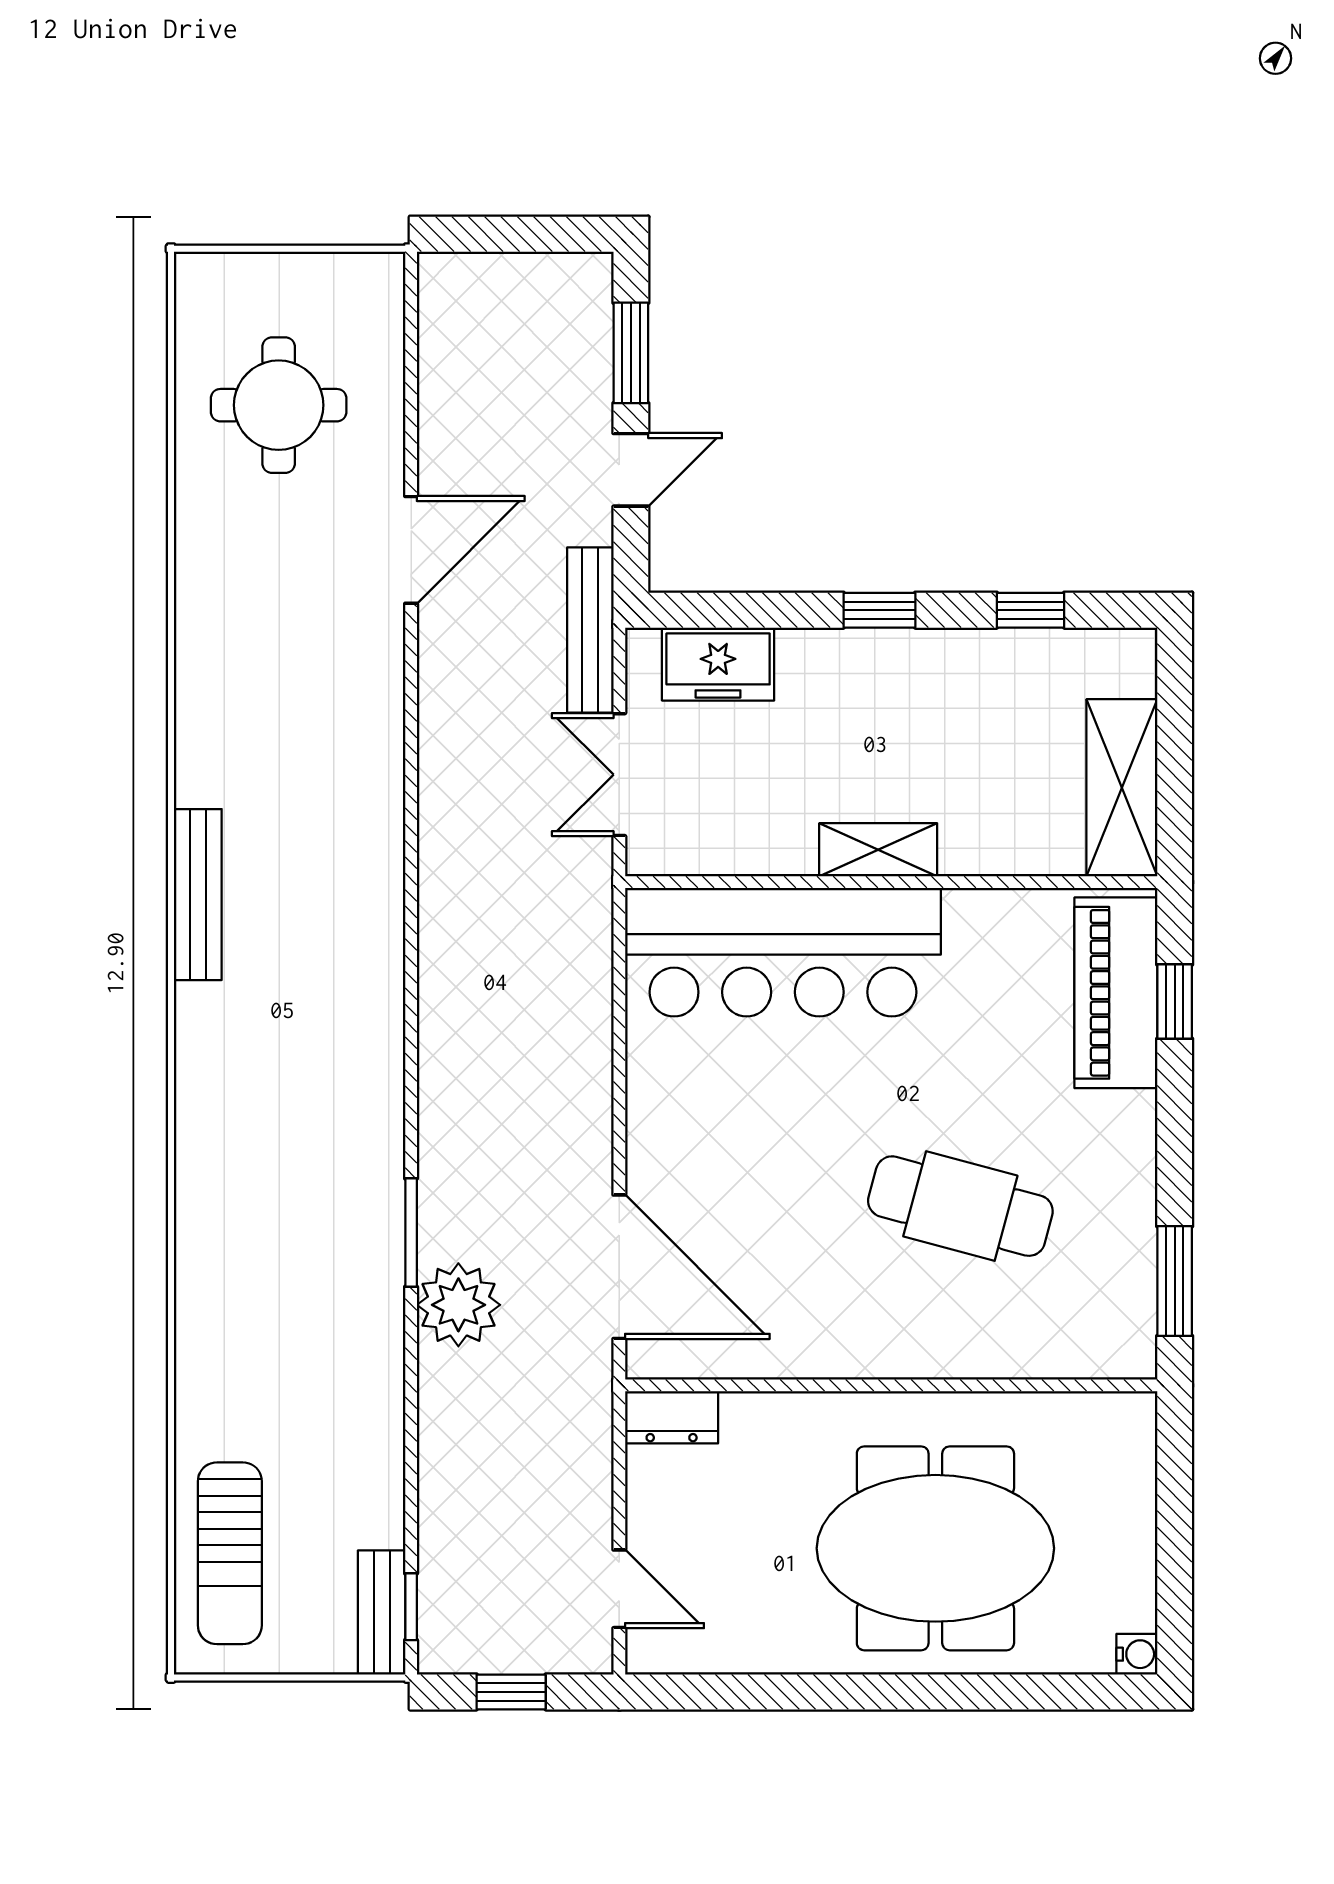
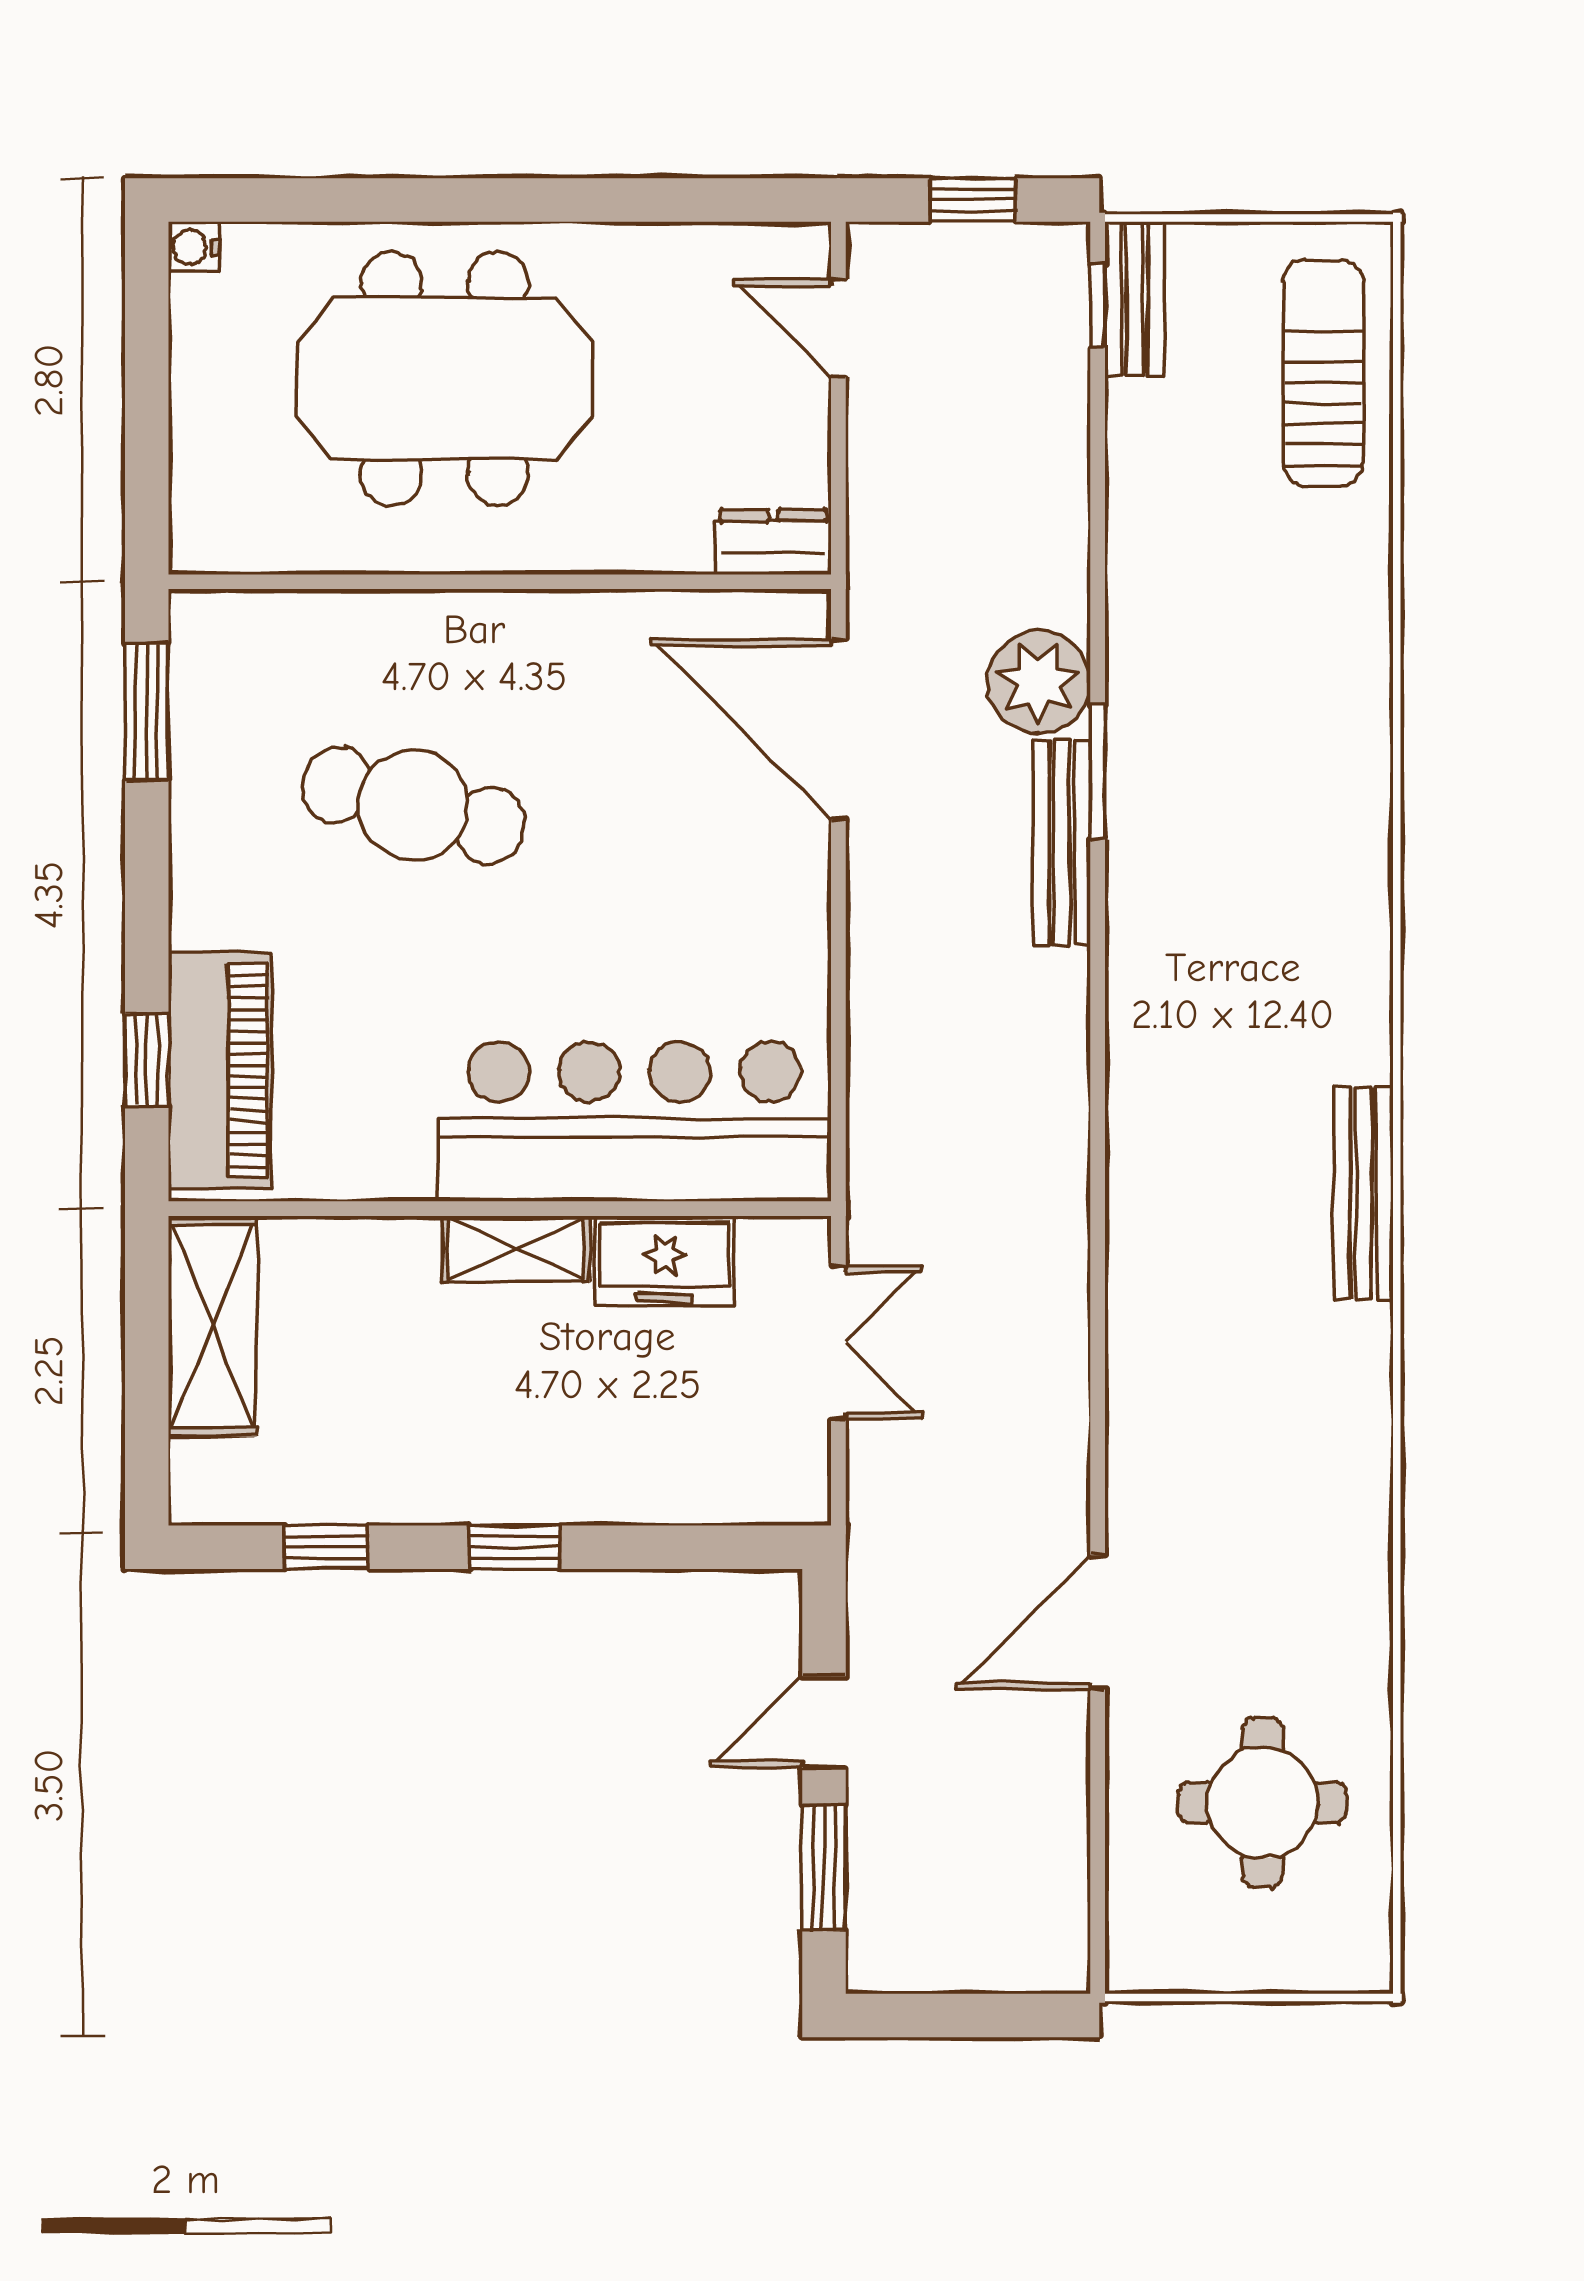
bench: (590, 630) -> (1062, 843), moved
freezer: (718, 664) -> (665, 1261), moved, turned 180

